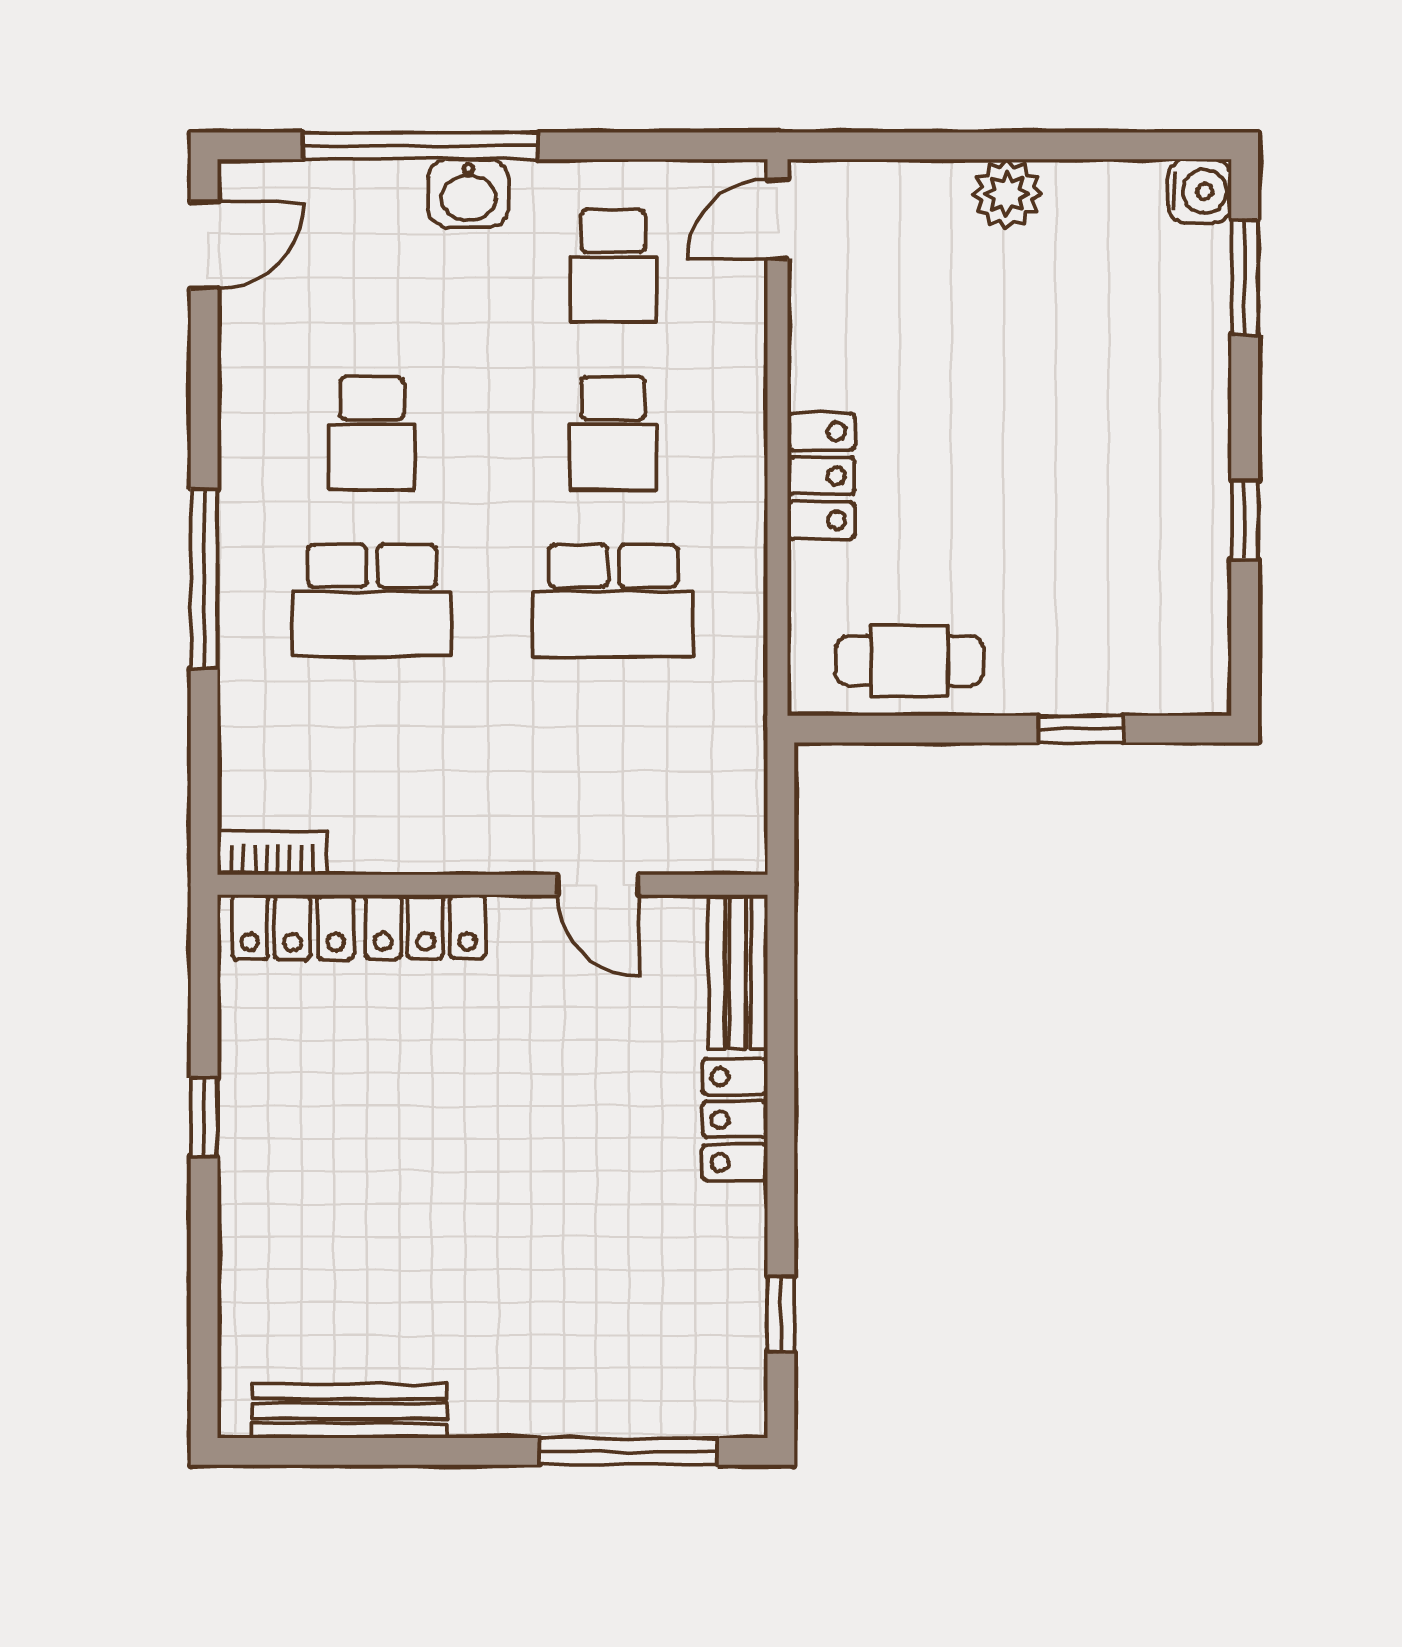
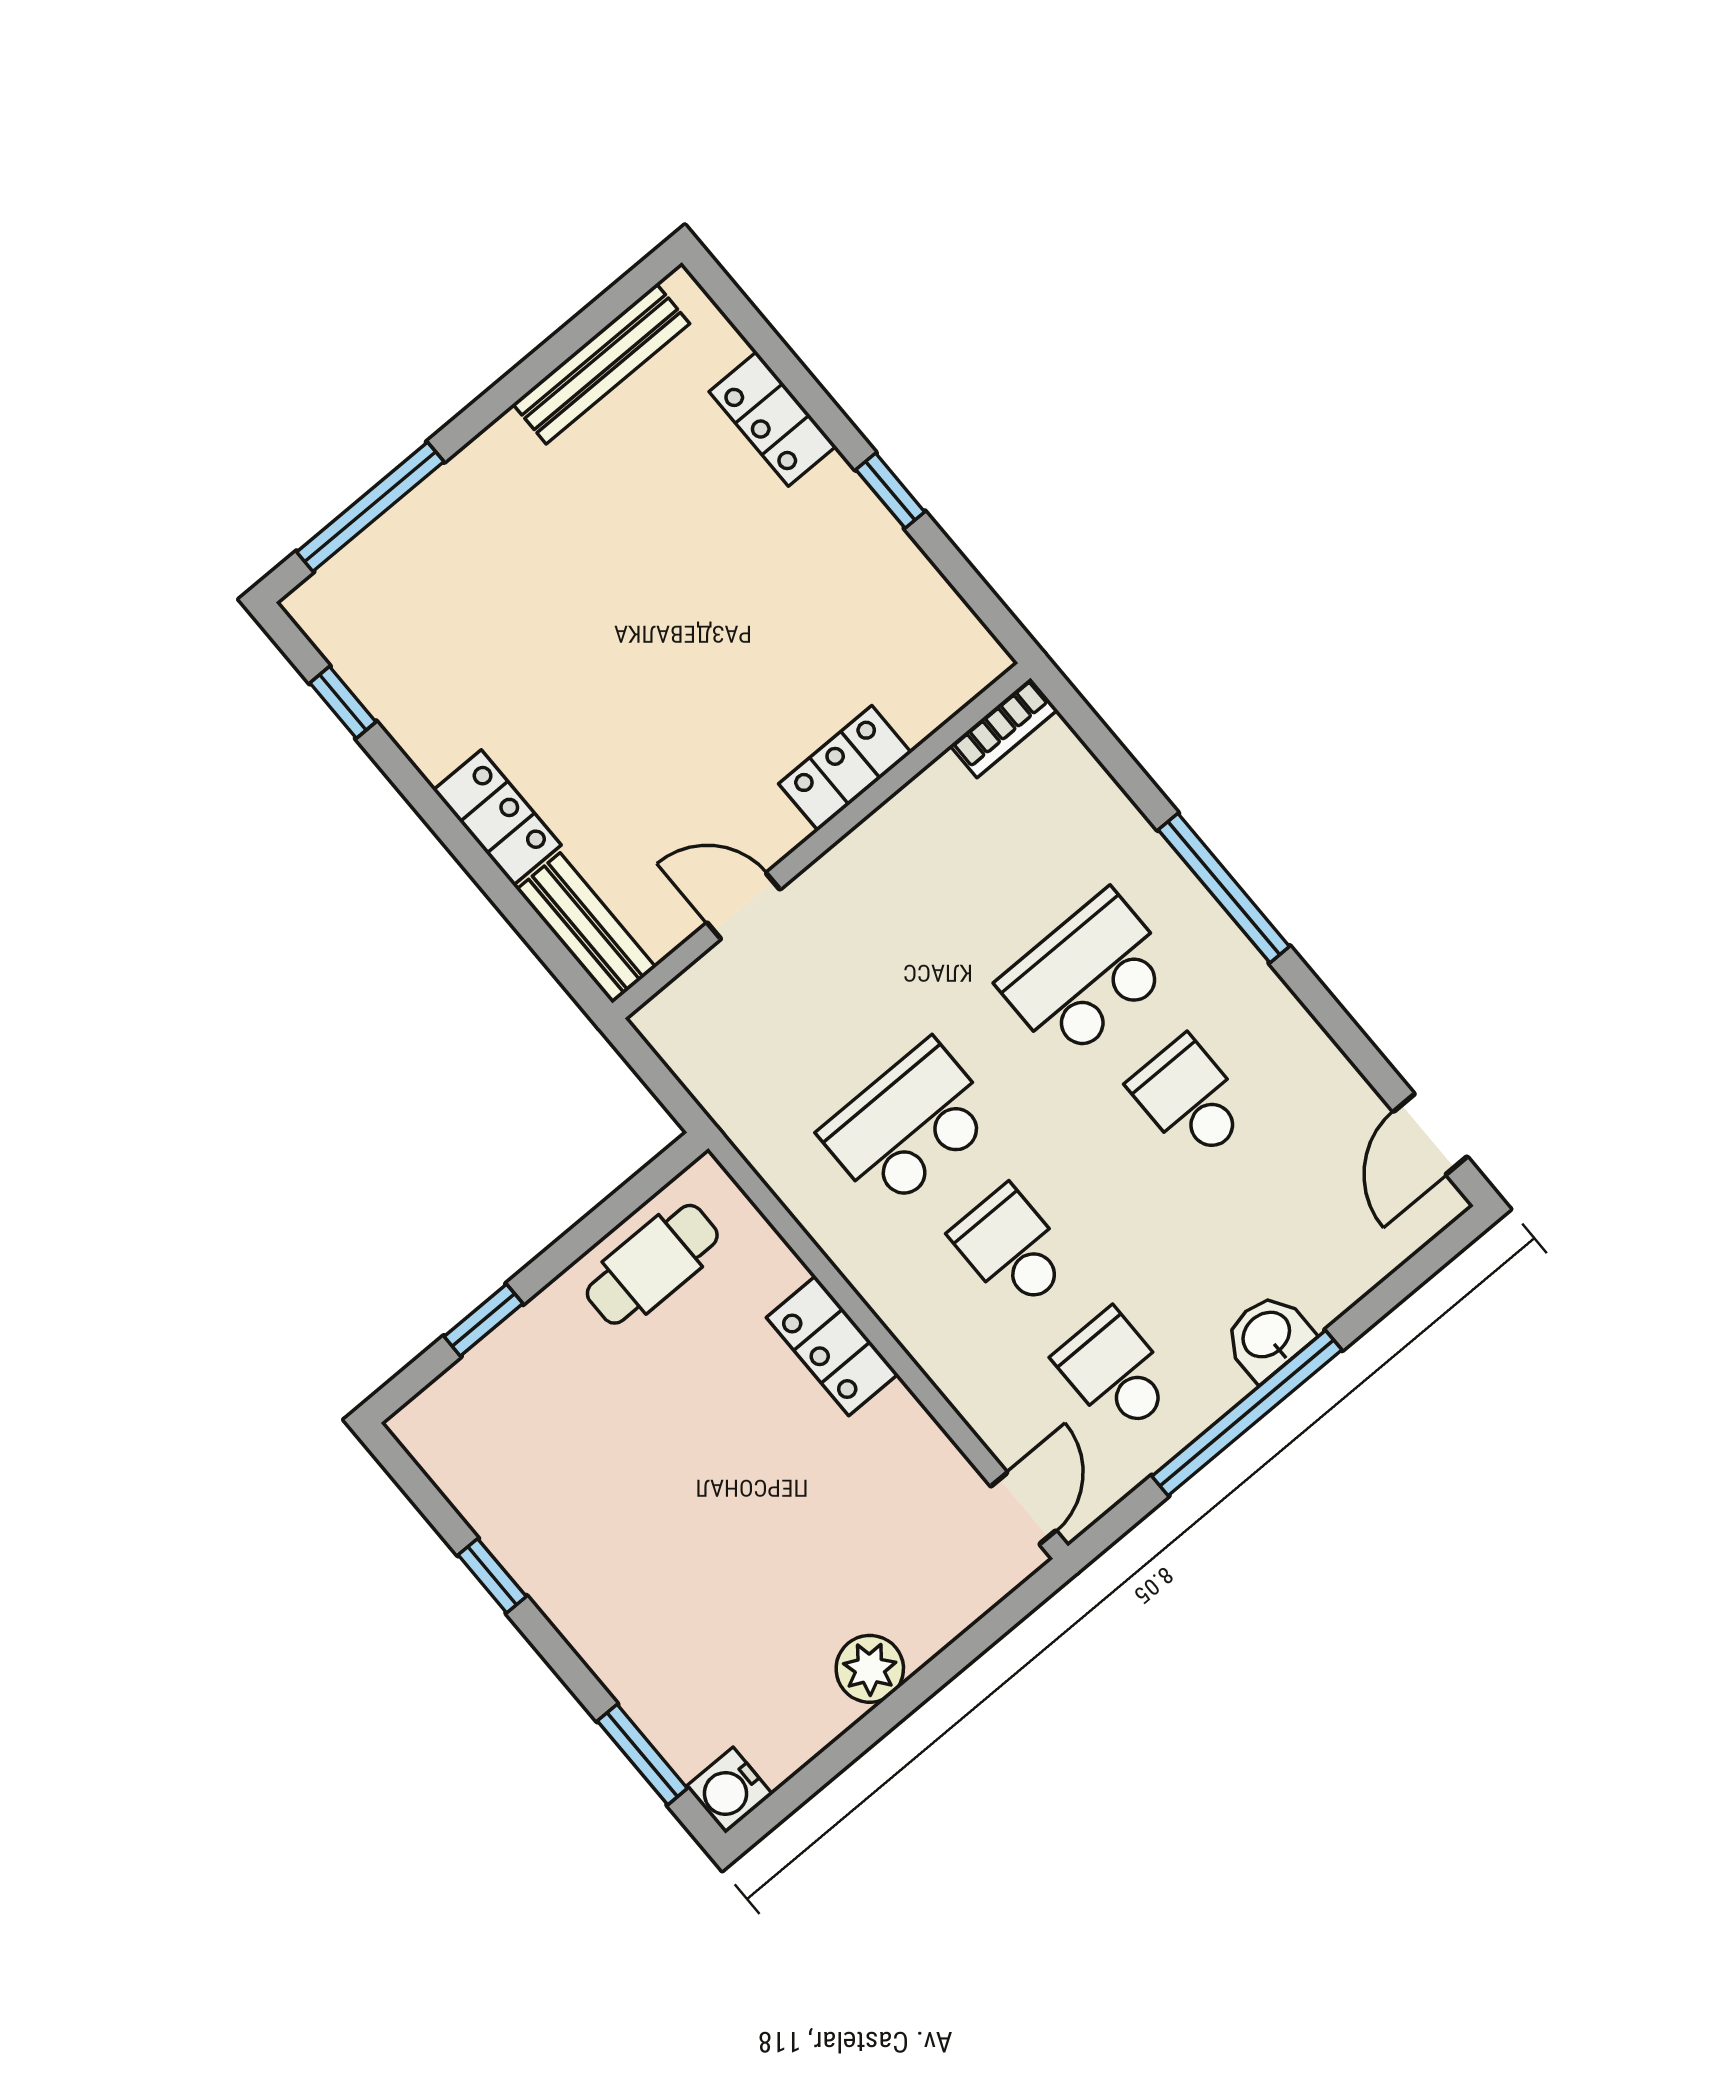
window: (420, 146) -> (1247, 1413), moved
locker: (293, 927) -> (773, 419), moved, turned -90

